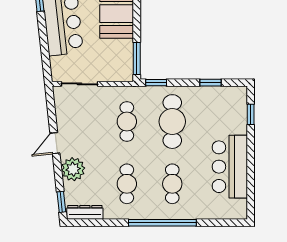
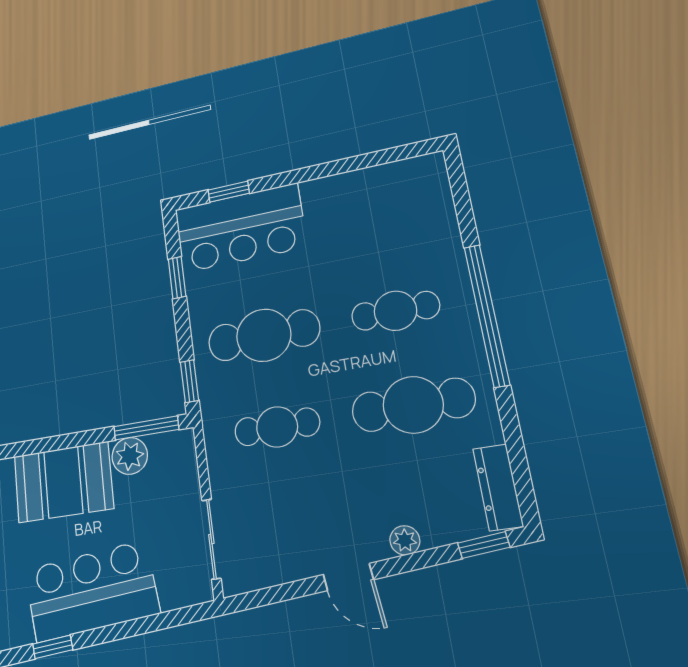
plant: (124, 49) -> (130, 456), added
bar counter: (230, 167) -> (240, 228), moved
plant: (73, 169) -> (405, 540), width x0.53, depth x0.53
cafe table: (127, 184) -> (413, 405), width x1.37, depth x1.35

